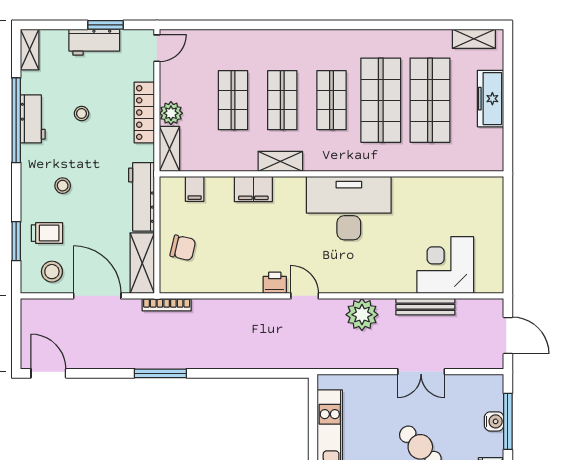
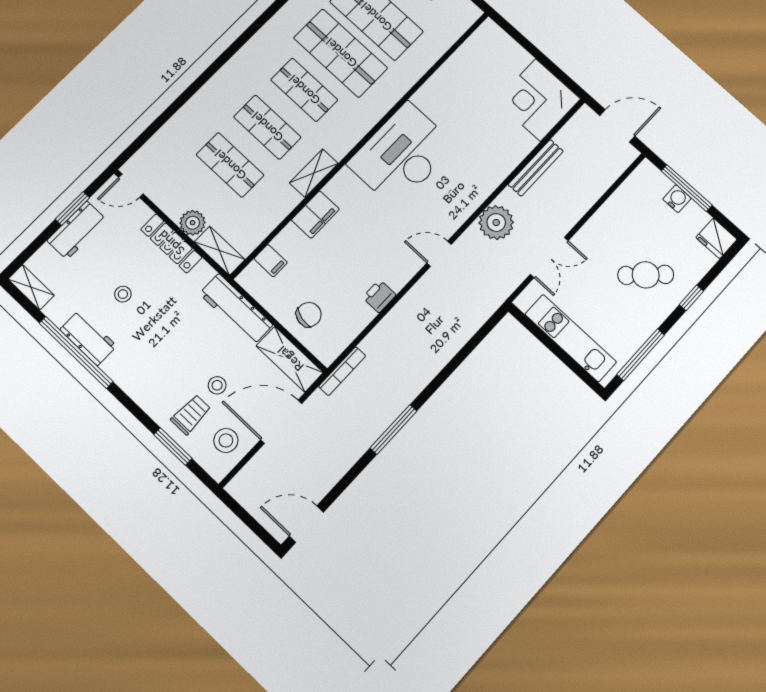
door: (157, 48) -> (131, 186), swing flipped
stool: (63, 186) -> (217, 385), moved
corner desk: (445, 265) -> (538, 100), moved
printer: (275, 283) -> (379, 296), moved
double door: (421, 372) -> (549, 257), moved

